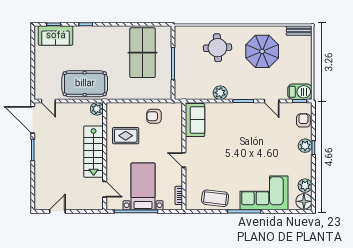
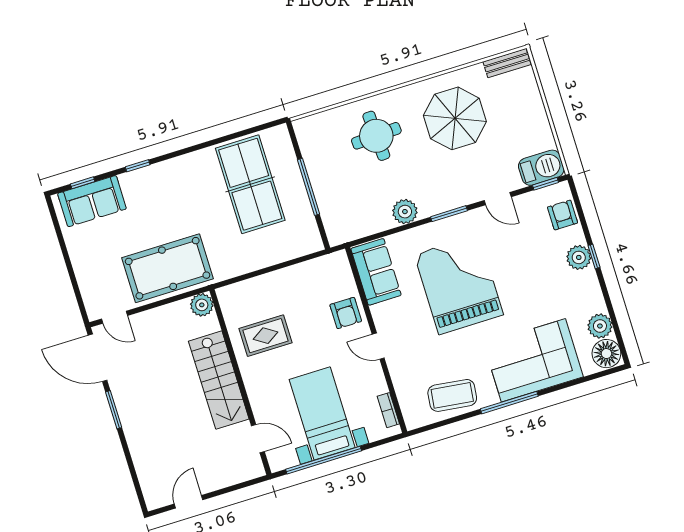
armchair: (154, 116) -> (346, 313), moved, turned -90
grand piano: (237, 140) -> (459, 284), added

